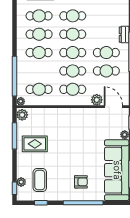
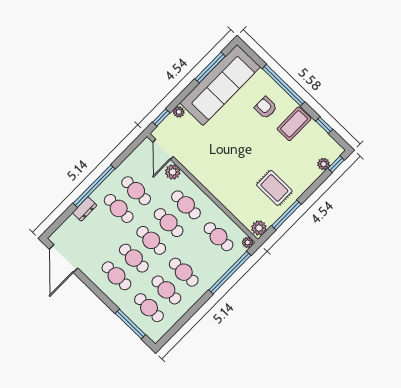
coffee table: (40, 180) -> (294, 124), moved

